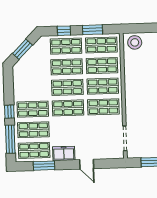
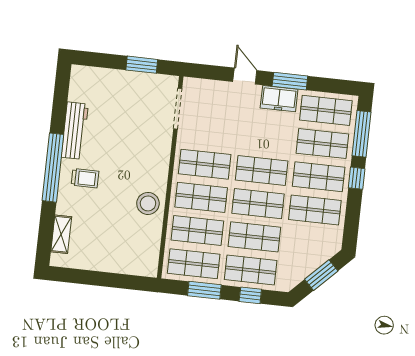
stool: (135, 42) -> (148, 203), moved
shop shelf: (32, 89) -> (315, 210), added
window: (44, 166) -> (290, 81), moved

